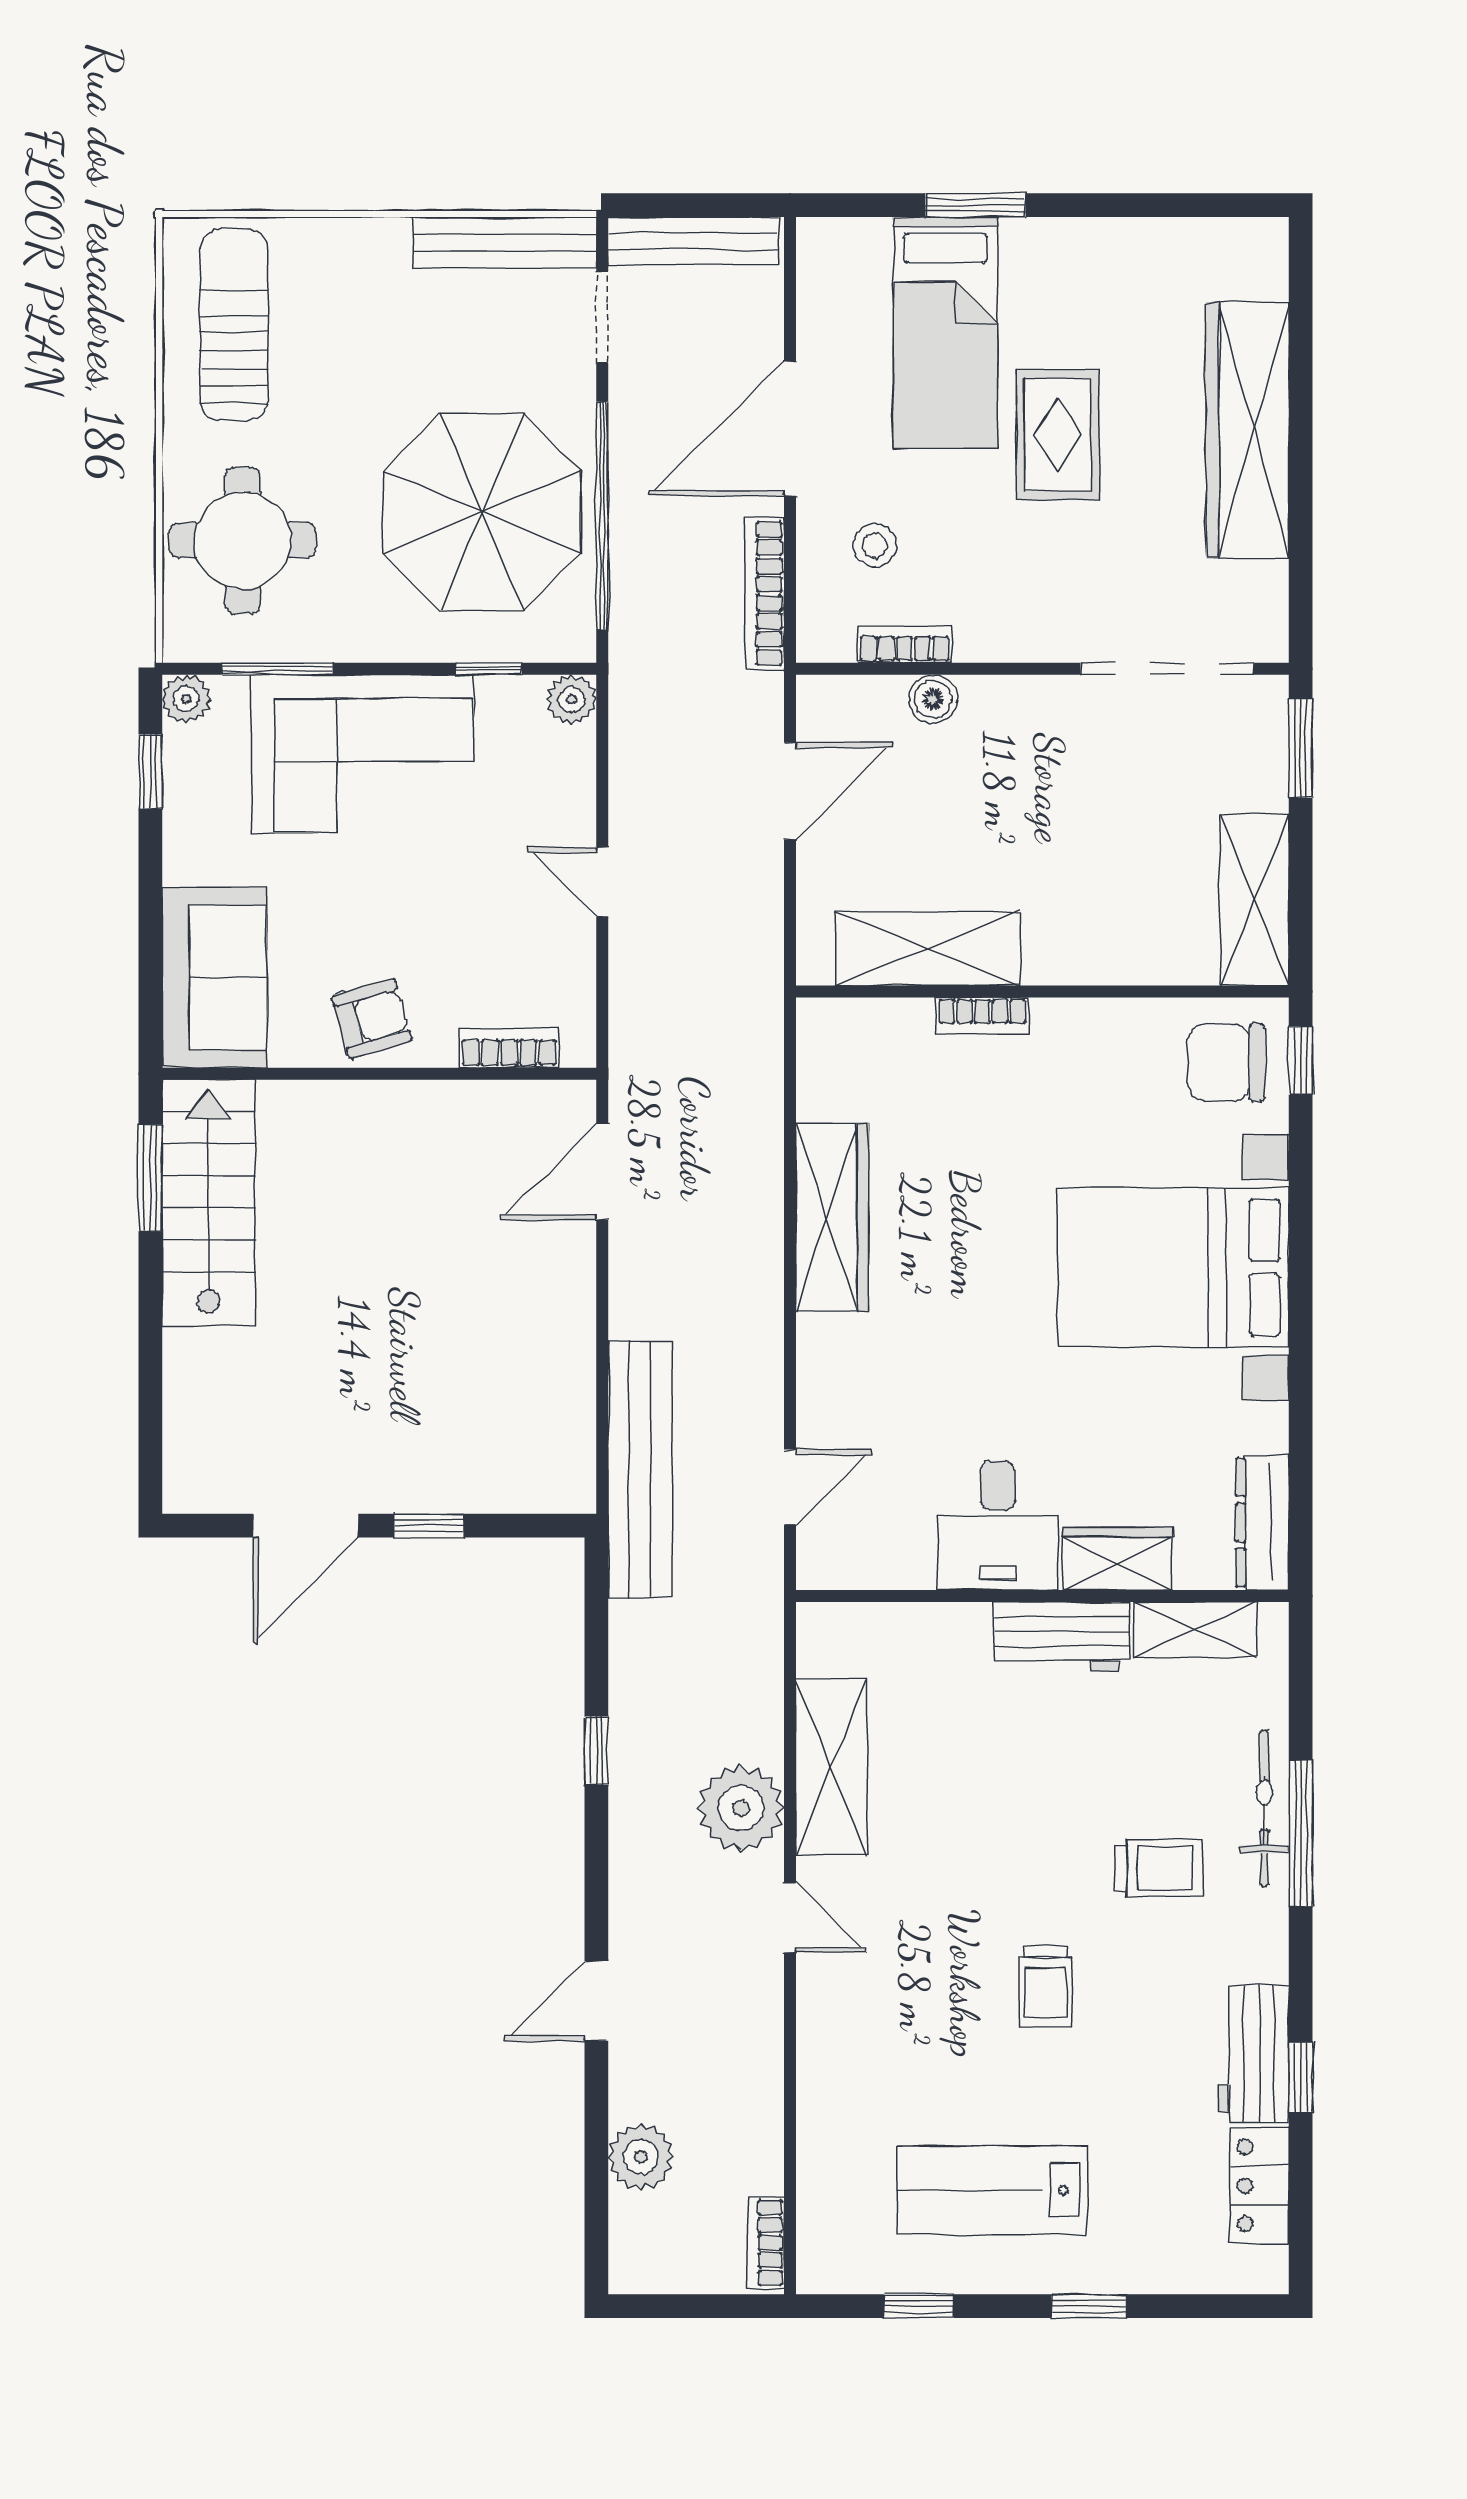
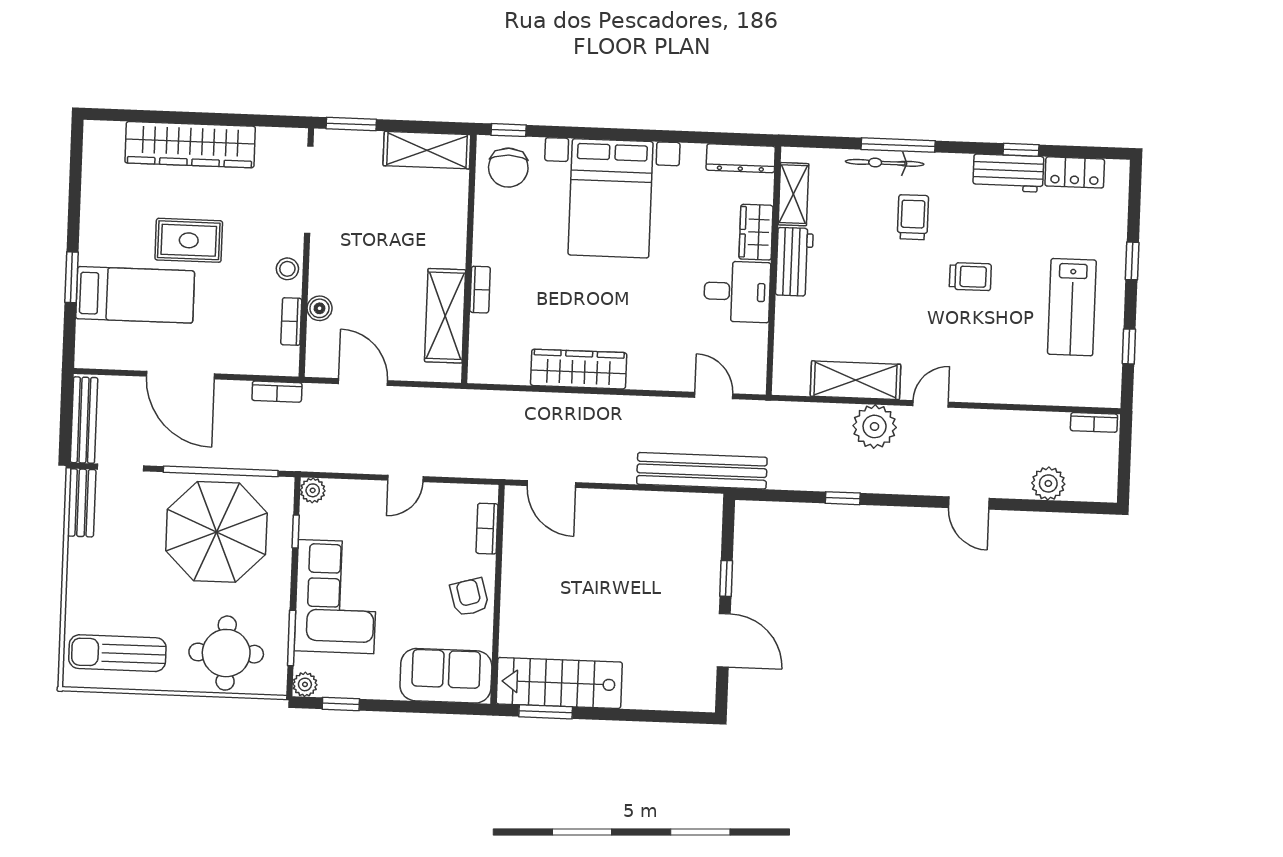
bench: (505, 243) -> (82, 503), width x0.73
stool: (875, 546) -> (287, 269), moved
bookcase: (765, 594) -> (277, 392), width x0.64

